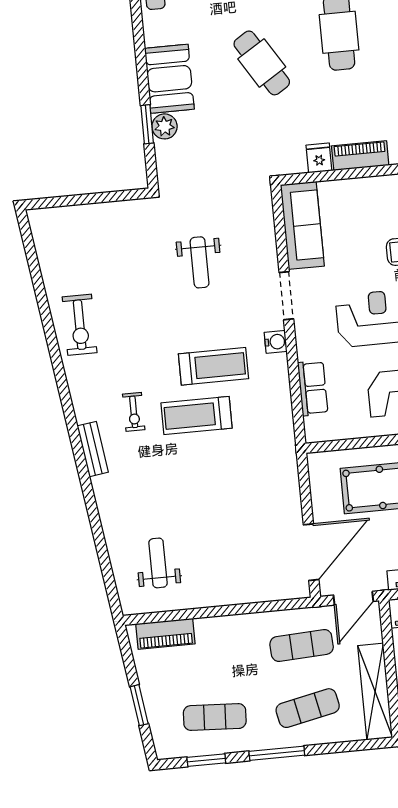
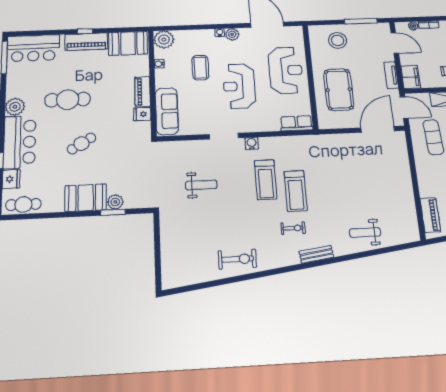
cafe table: (262, 63) -> (81, 144), width x0.73, depth x0.74
sofa: (302, 225) -> (167, 111), moved, turned 90
treadmill: (213, 366) -> (266, 180), turned 180
row of seats: (313, 388) -> (296, 123), moved
door: (311, 552) -> (378, 129), hinge flipped
weight bench: (158, 563) -> (365, 232), moved

